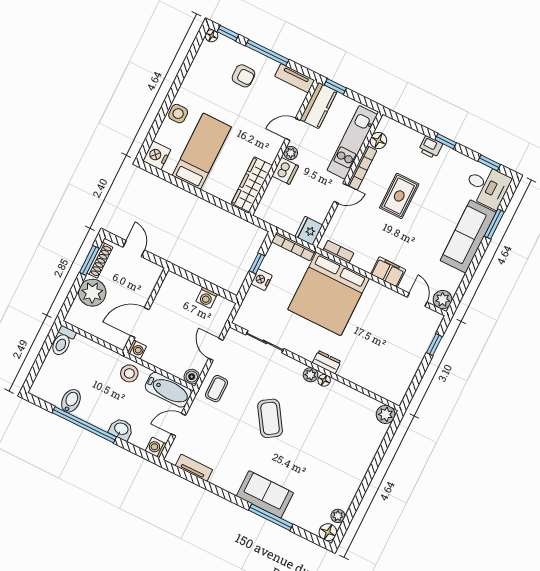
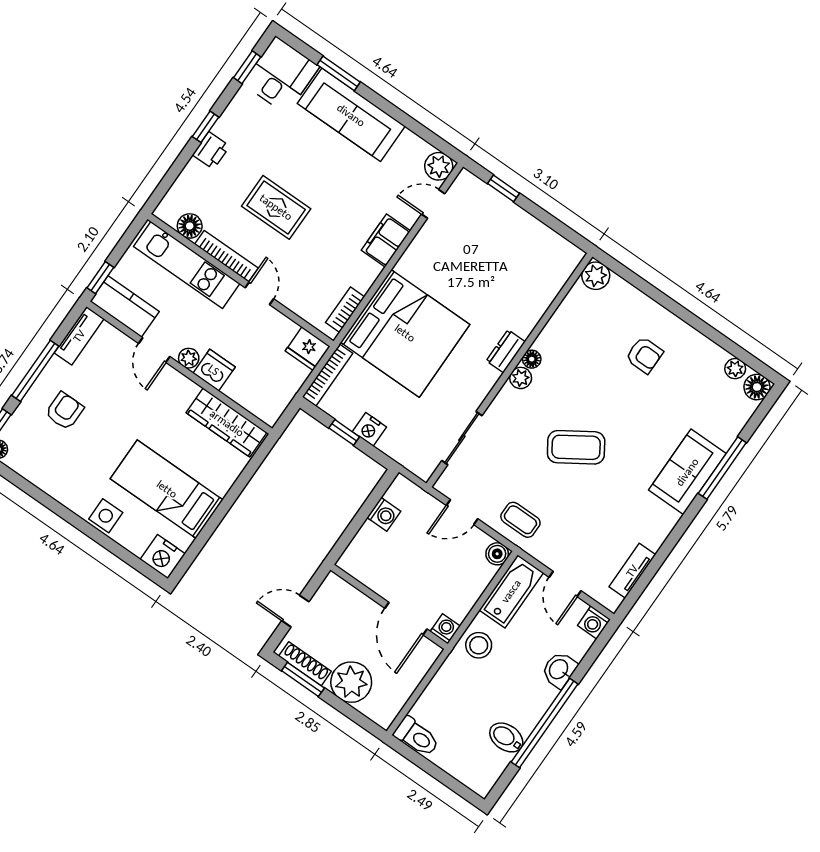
armchair: (338, 454) -> (644, 355), added

